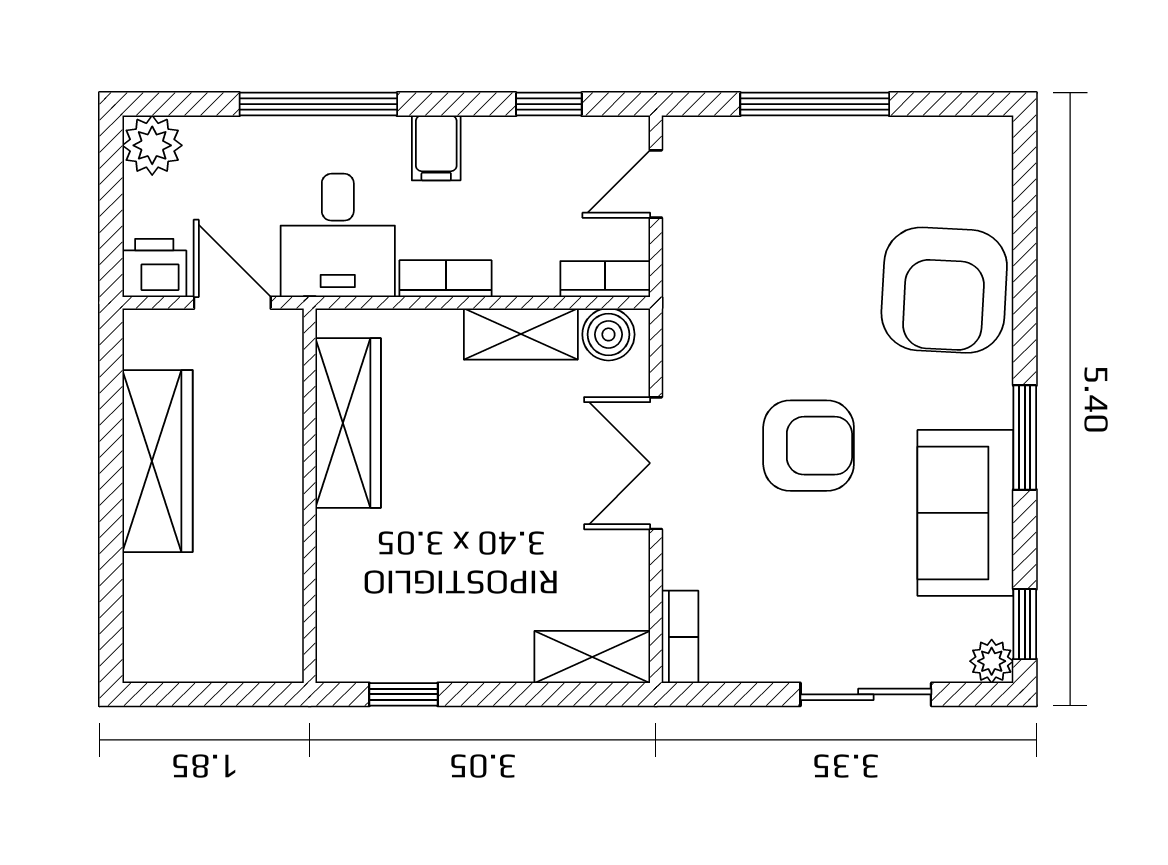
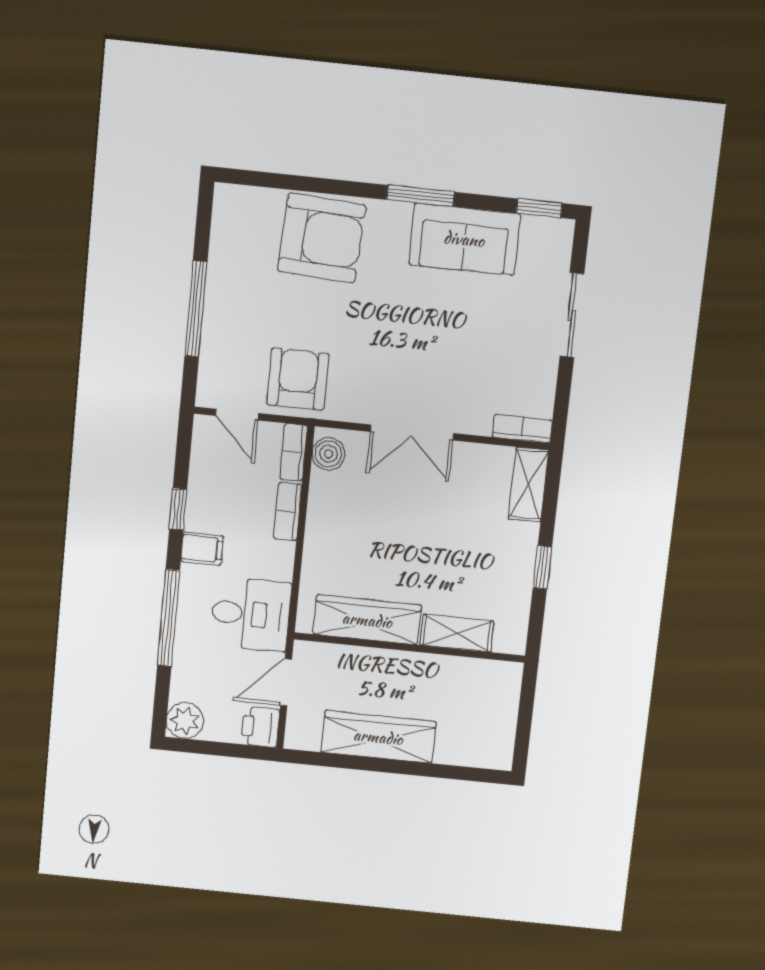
window: (549, 104) -> (178, 509), moved
bookcase: (446, 279) -> (288, 512), moved
shelving: (521, 334) -> (457, 633), moved, turned 90
armchair: (809, 446) -> (298, 379), moved
plant: (992, 661) -> (560, 232), removed
window: (404, 694) -> (542, 567), moved

